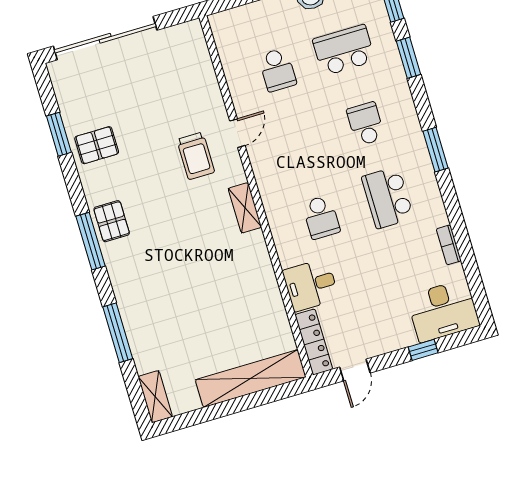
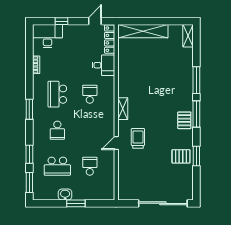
window: (59, 134) -> (196, 156), moved
school desk: (388, 198) -> (57, 94), turned 180
window: (118, 333) -> (196, 80), moved

